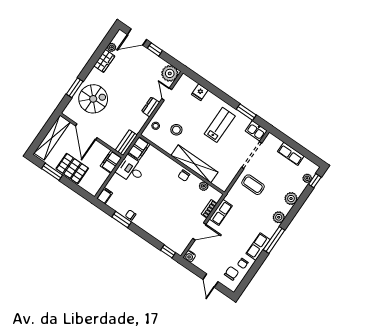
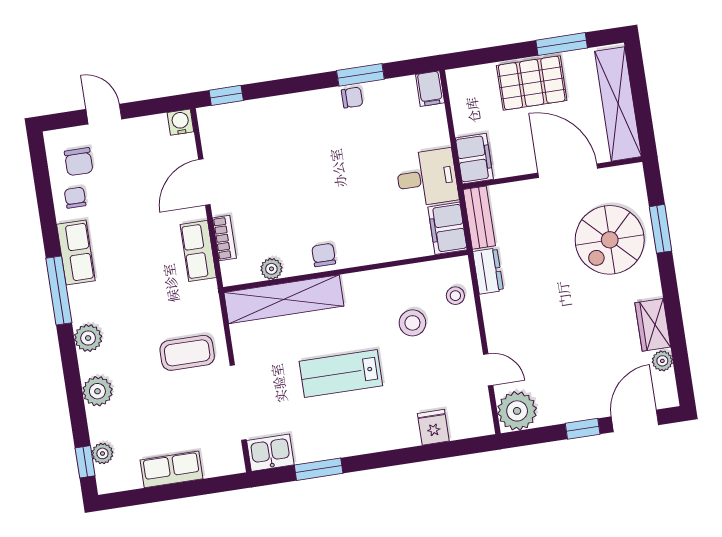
dresser: (151, 107) -> (488, 271), moved
lab bench: (220, 125) -> (341, 374), moved, turned 90
shelving: (195, 164) -> (284, 299), moved

